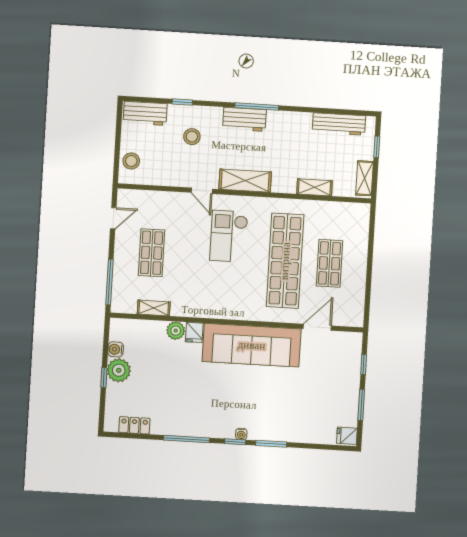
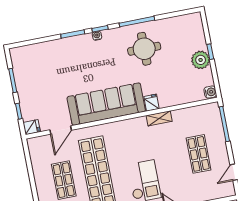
shelving: (154, 308) -> (159, 118), moved
plant: (176, 331) -> (166, 100), removed
water cooler: (116, 349) -> (210, 92), moved
round table: (186, 402) -> (144, 49), added
locker: (134, 425) -> (178, 22), removed
fridge: (347, 436) -> (32, 127), moved

